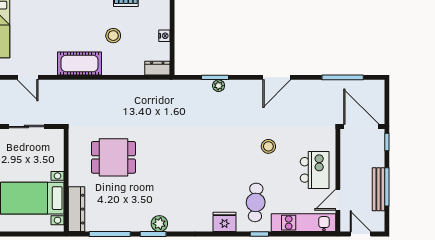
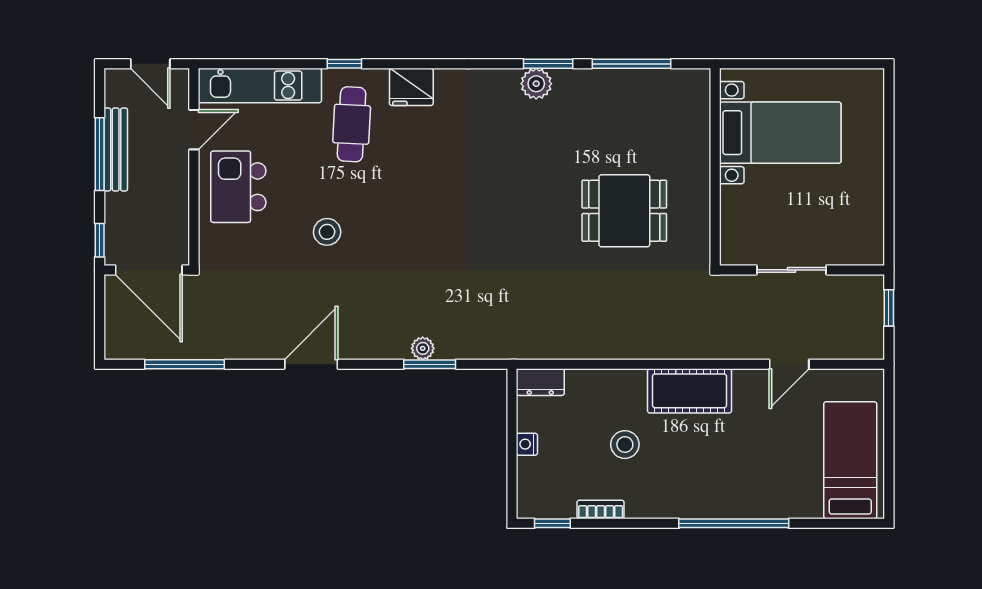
door: (28, 77) -> (789, 364), swing flipped
dresser: (77, 209) -> (695, 112), removed

